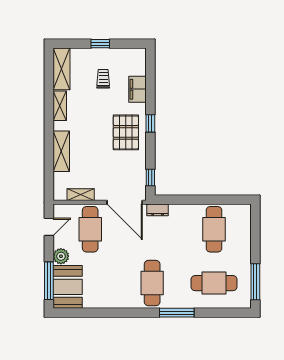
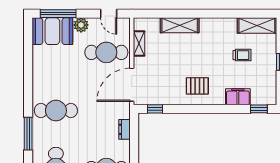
trolley: (103, 79) -> (242, 55), moved
shelving: (60, 106) -> (222, 24), removed
window: (150, 123) -> (259, 109), moved
pallet: (126, 132) -> (197, 86), width x0.67, depth x0.71
dresser: (158, 210) -> (124, 129), moved

